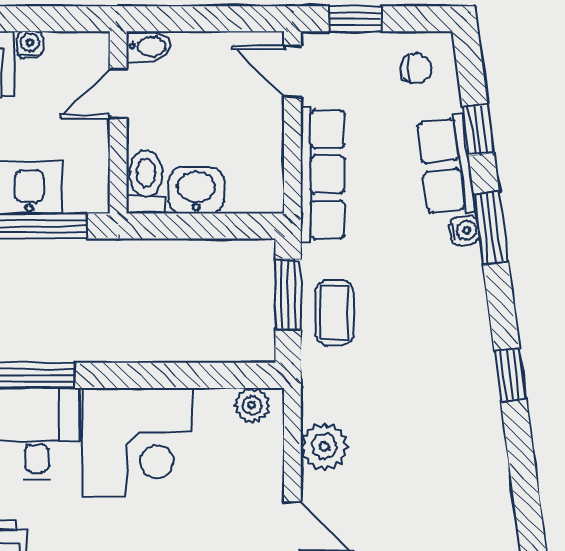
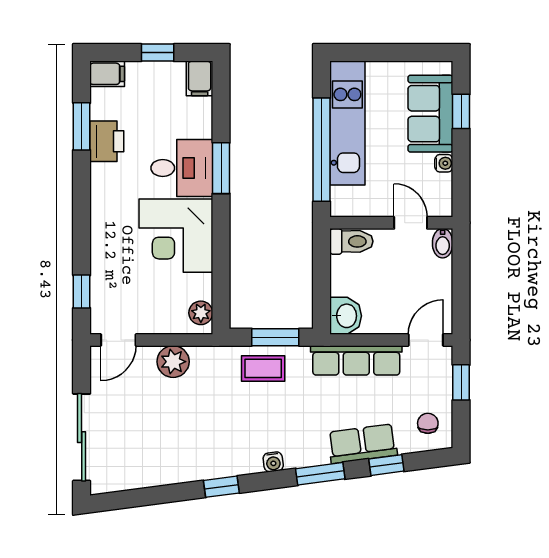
chair: (416, 68) -> (428, 423), turned 180
washbasin: (196, 190) -> (346, 316), moved
water cooler: (464, 231) -> (273, 462), moved

